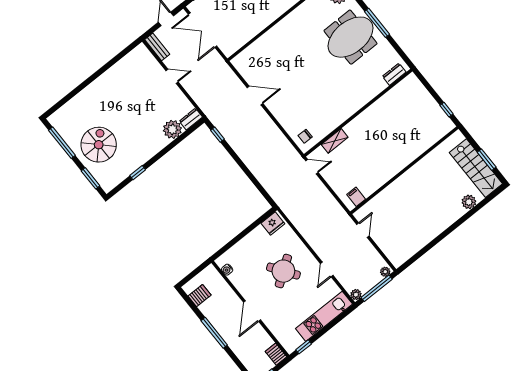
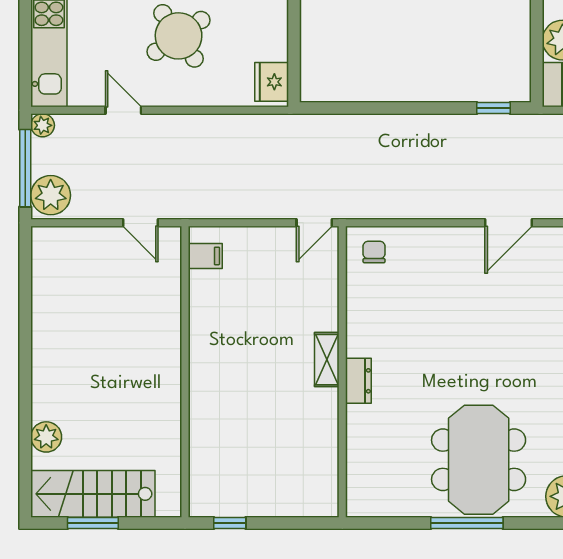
dresser: (394, 74) -> (358, 381), moved
shelving: (335, 141) -> (327, 360), moved
plant: (385, 272) -> (51, 195), width x1.88, depth x1.88

